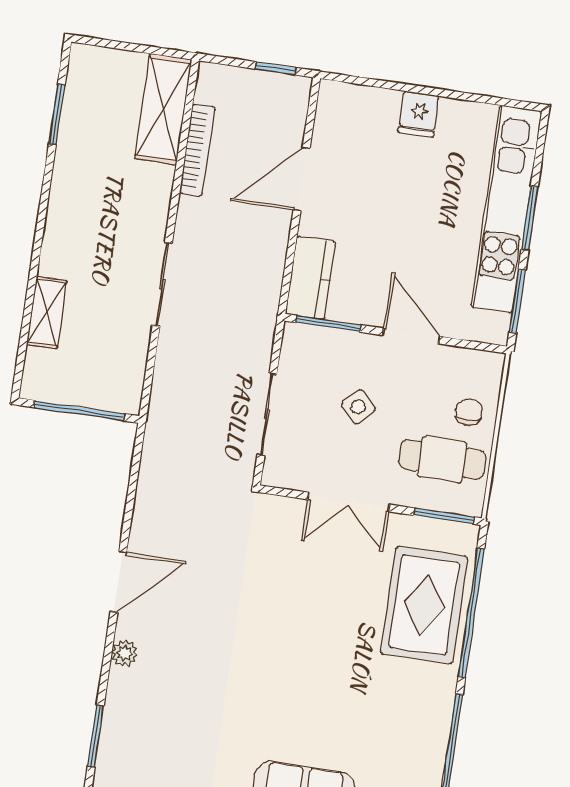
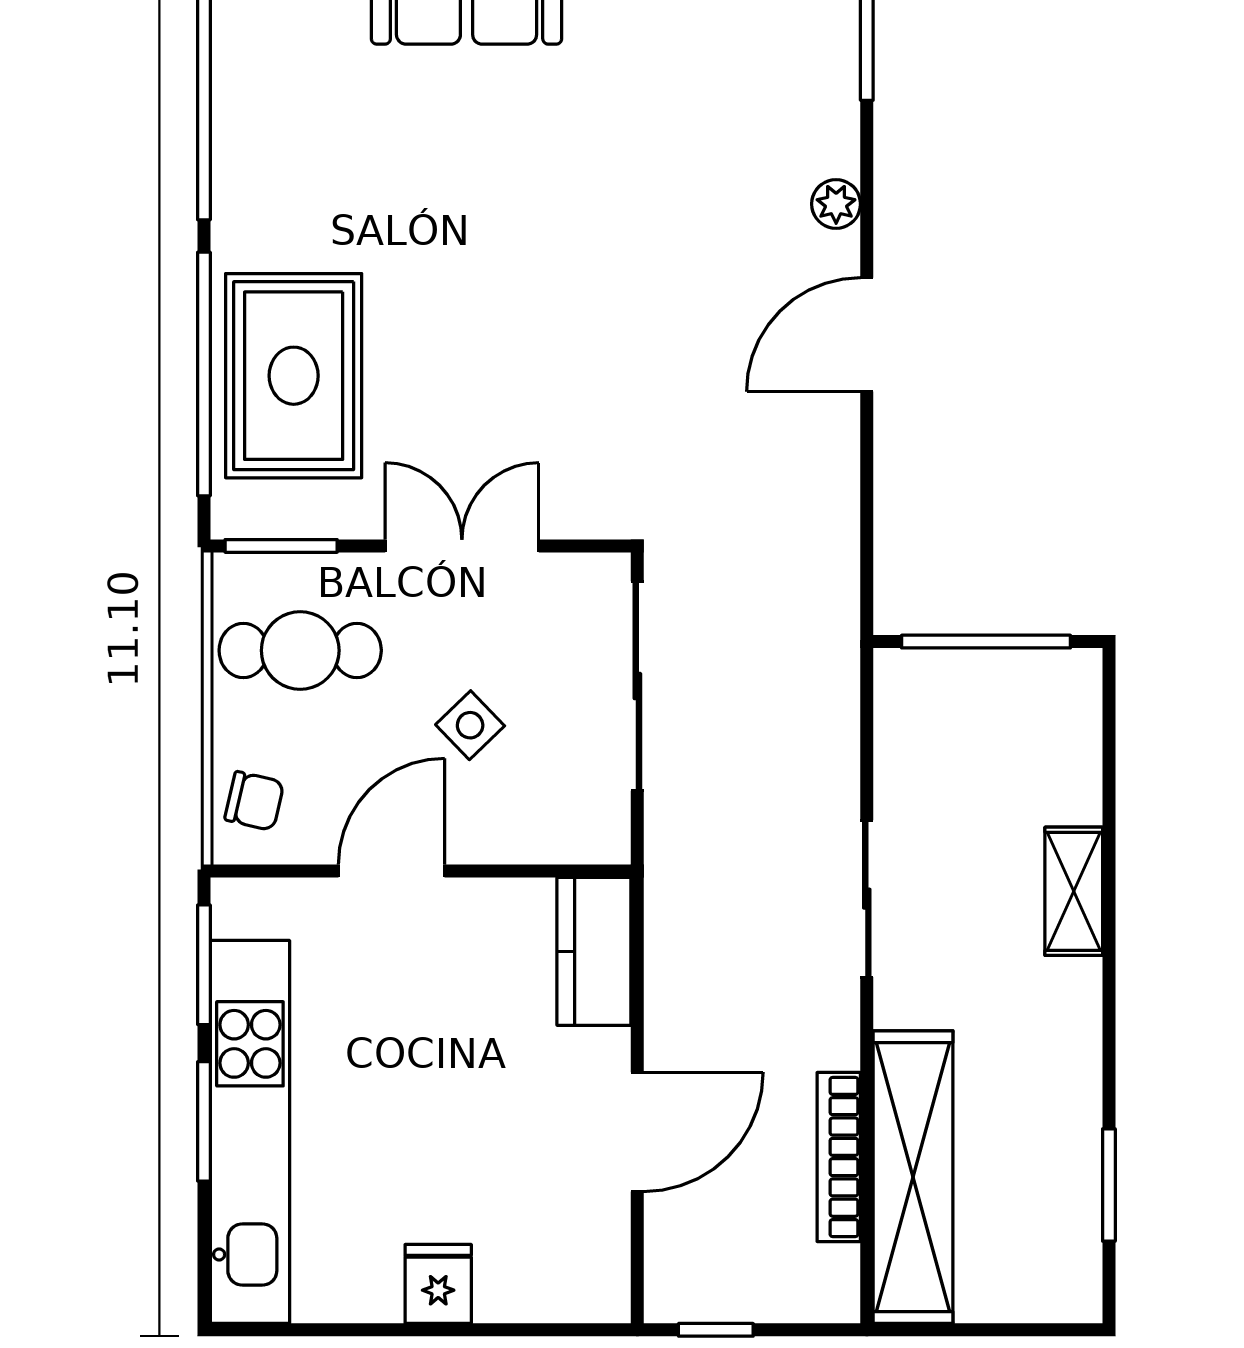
shelving: (163, 109) -> (913, 1177), width x1.47
shelving: (47, 312) -> (1074, 891), moved
window: (328, 324) -> (548, 871), removed
door: (411, 336) -> (392, 871), swing flipped
chair: (469, 412) -> (254, 801), moved, turned -75
sliding door: (267, 414) -> (637, 686), width x1.37

